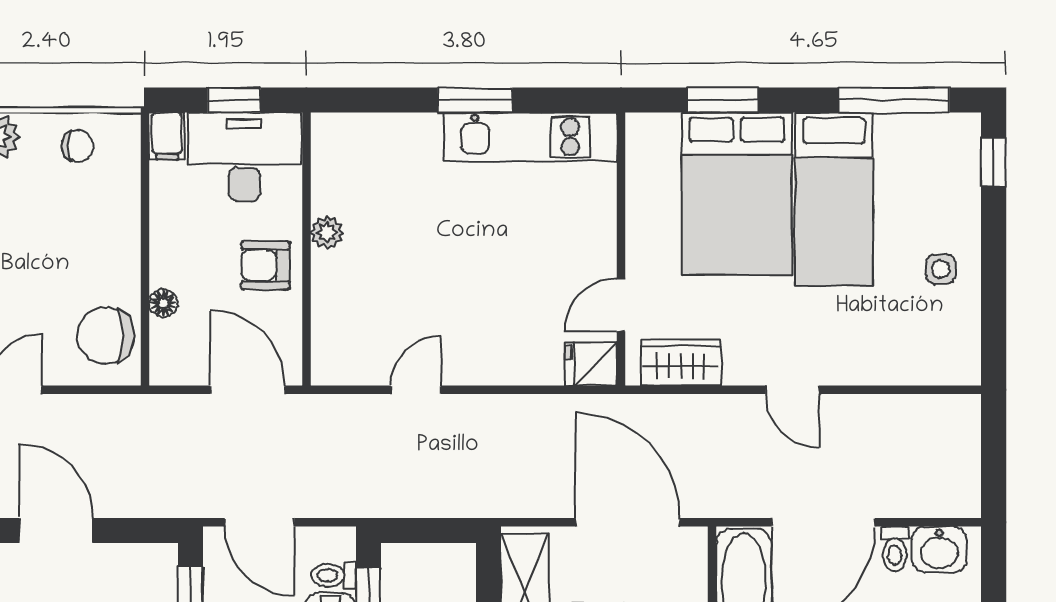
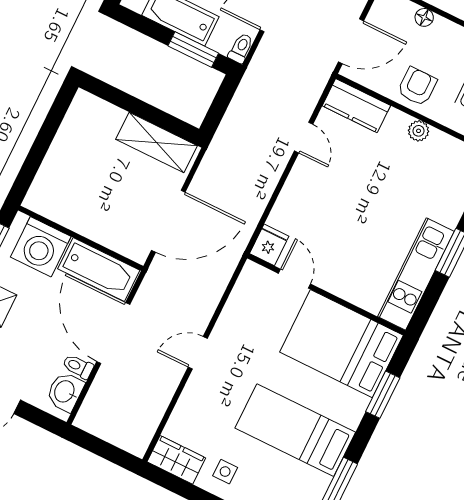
bed: (737, 194) -> (341, 344), moved
kitchen counter: (335, 338) -> (356, 106), added
wardrobe: (681, 362) -> (176, 460), moved, turned -90
toilet: (334, 575) -> (241, 48), moved

